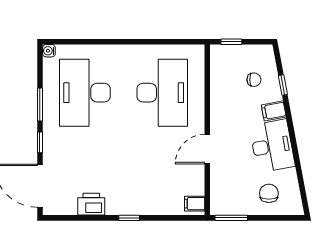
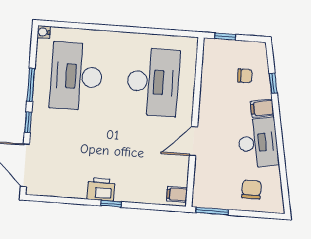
printer: (91, 204) -> (101, 189), moved

